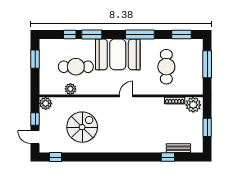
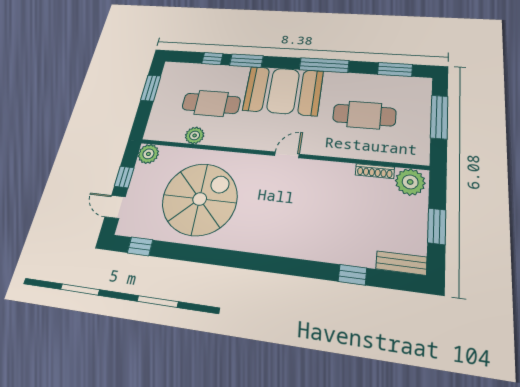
cafe table: (166, 67) -> (364, 115), turned 90
spiral stairs: (82, 127) -> (200, 199), width x1.37, depth x1.37
bench: (178, 148) -> (401, 263), moved

